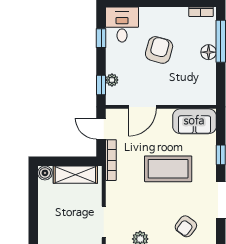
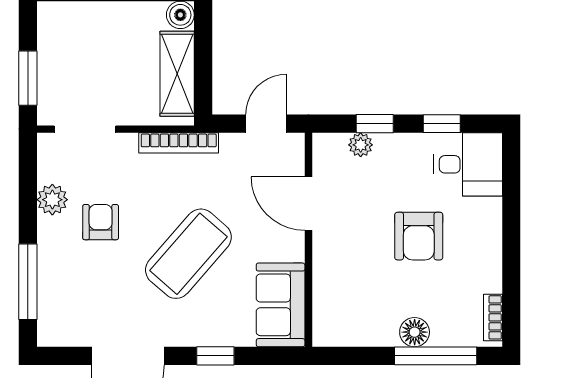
armchair: (159, 50) -> (419, 236), turned 74
window: (101, 85) -> (375, 124), moved
bookcase: (111, 160) -> (179, 143), moved
coffee table: (168, 169) -> (188, 254), turned 41
armchair: (186, 226) -> (101, 222), moved, turned 53

